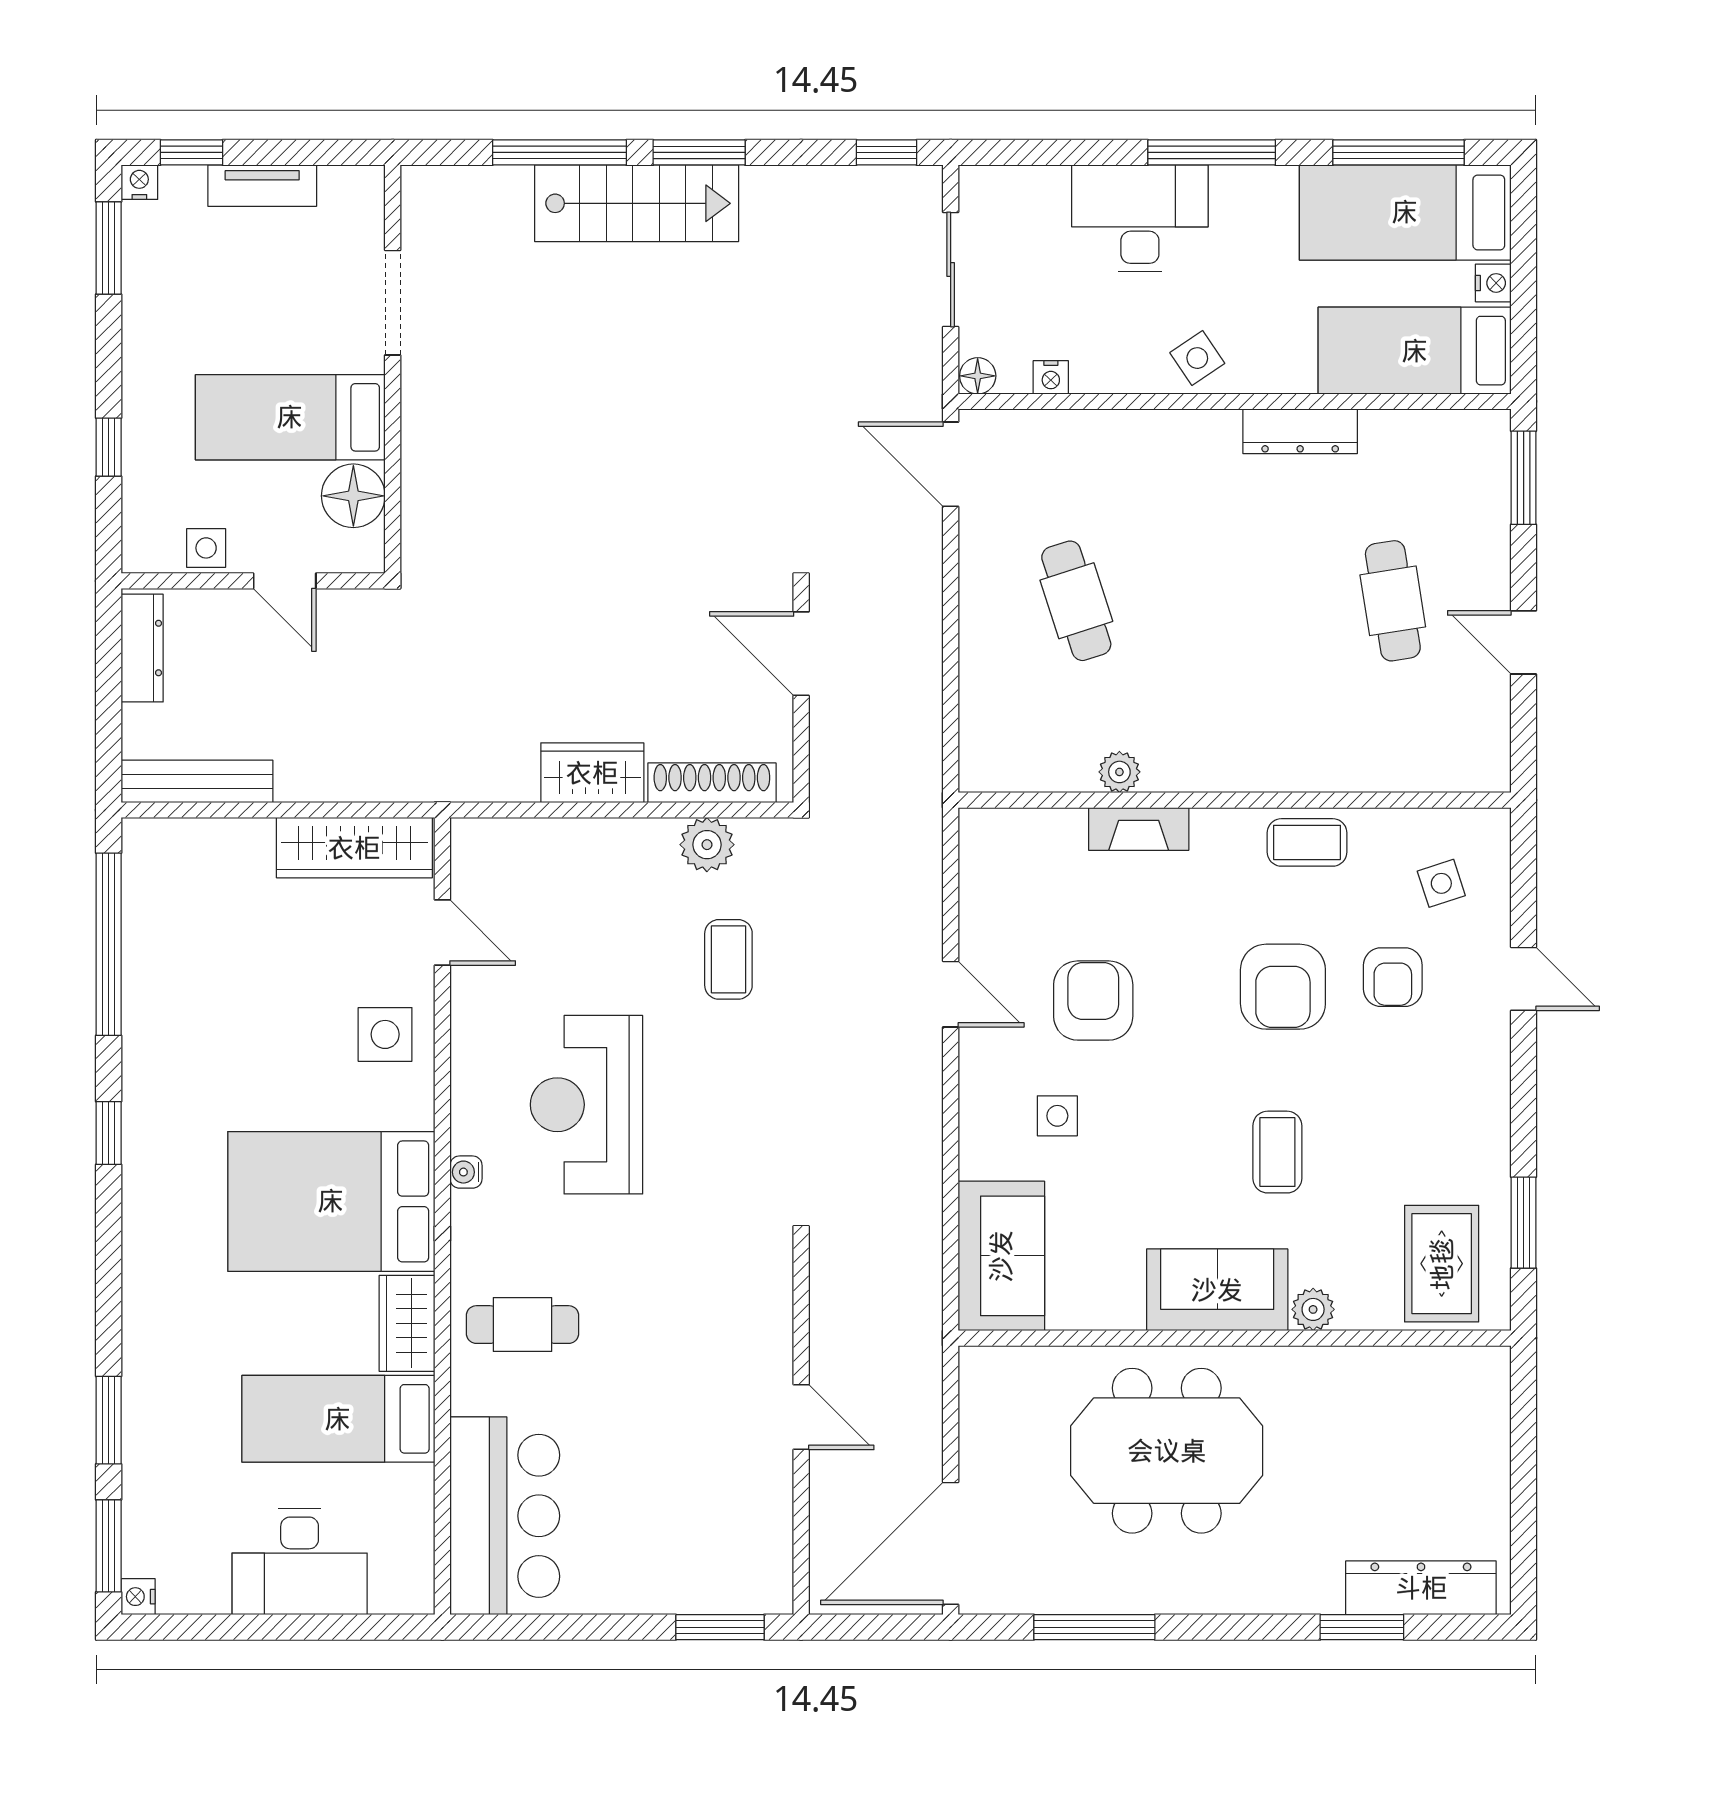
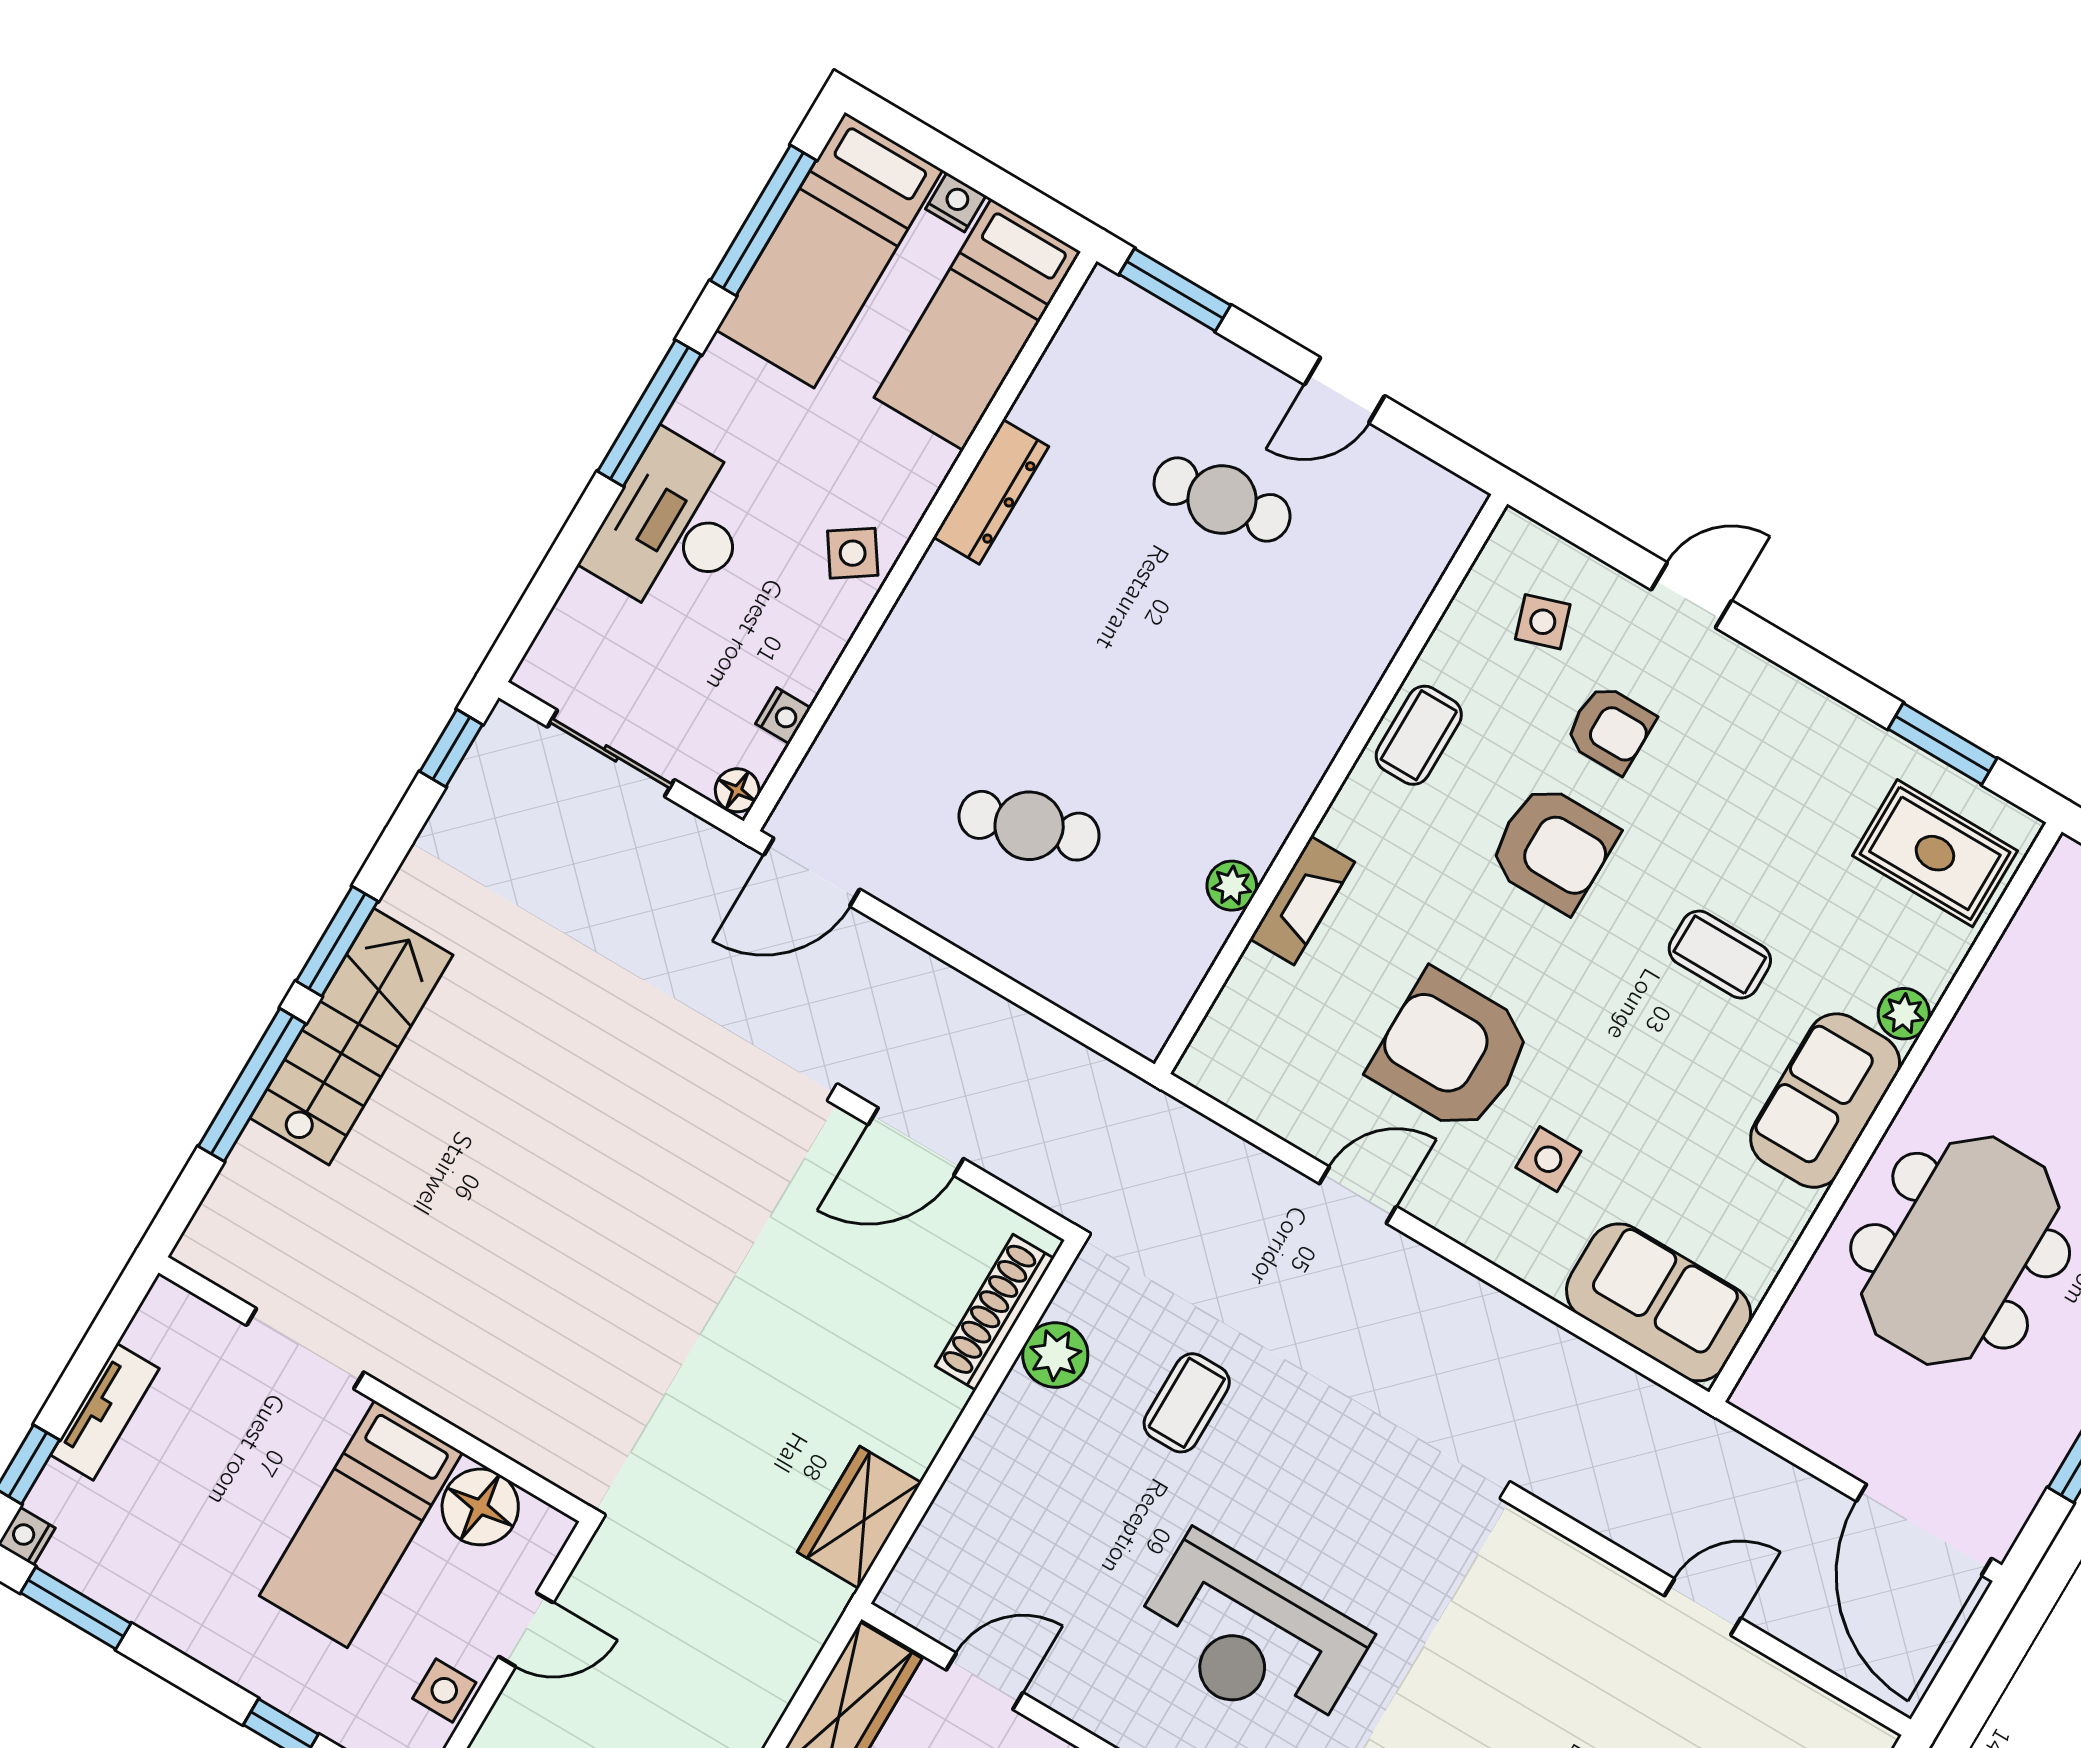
wardrobe: (592, 773) -> (859, 1517), moved
coffee table: (728, 959) -> (1187, 1403), turned 90
armchair: (1093, 1001) -> (1451, 1052), width x1.36, depth x1.36

